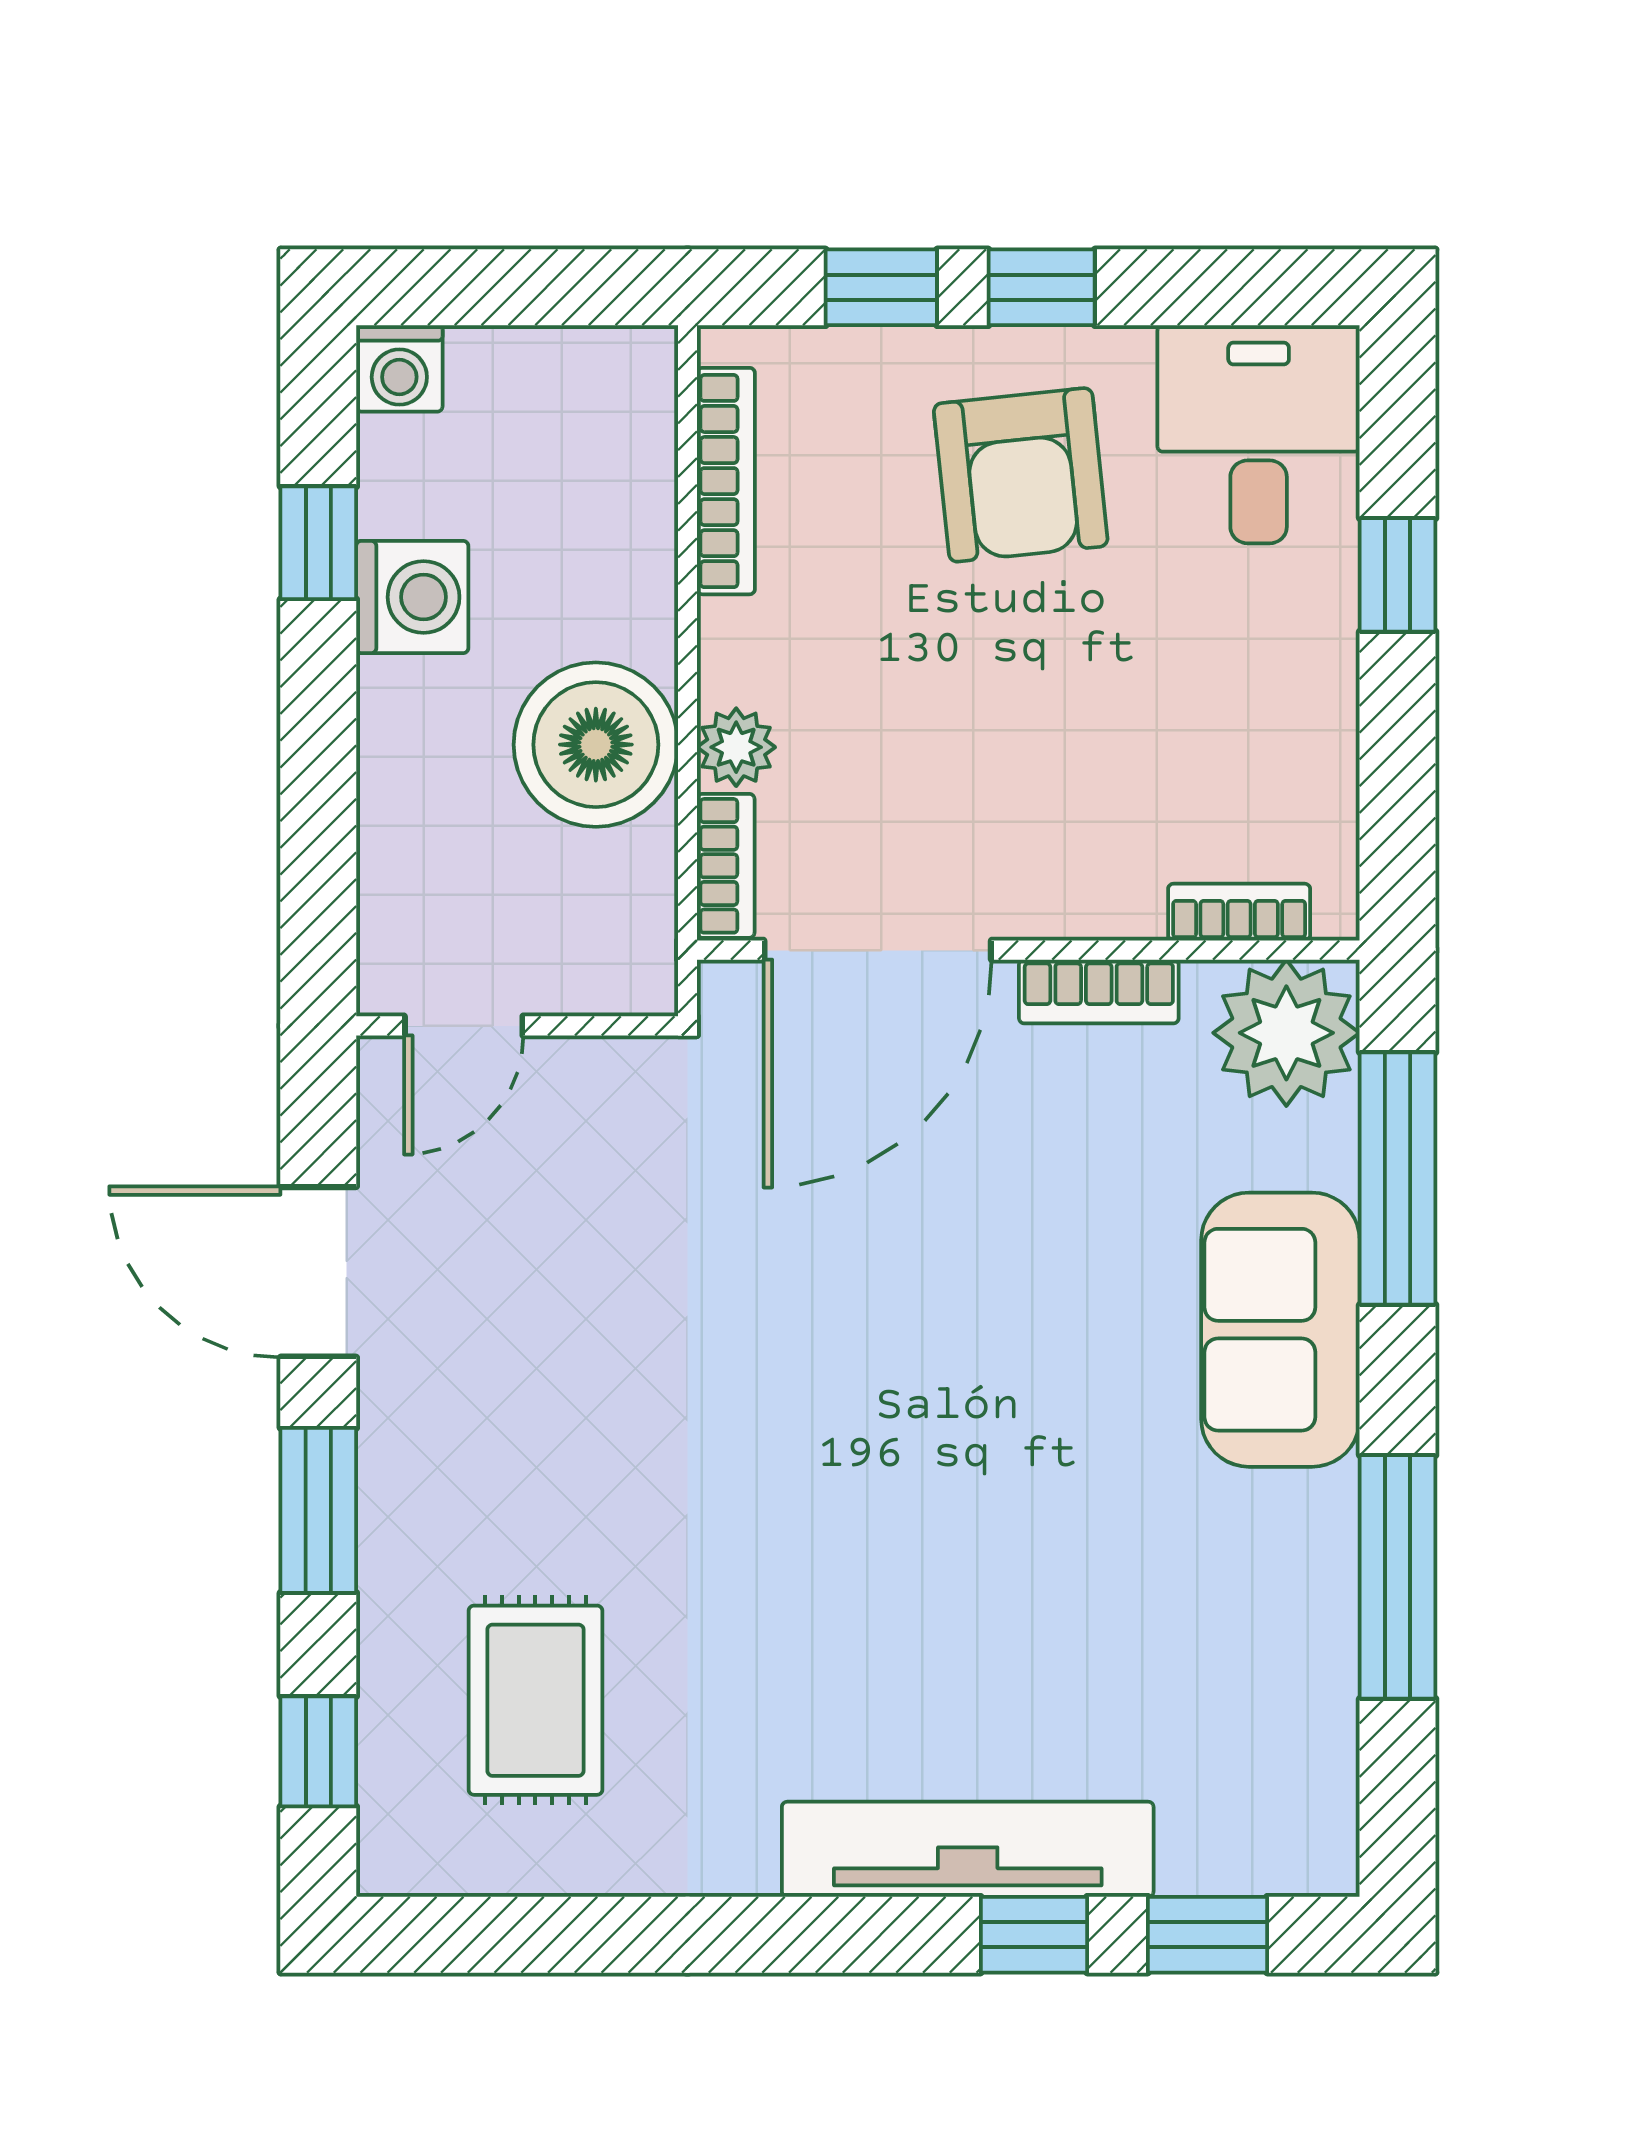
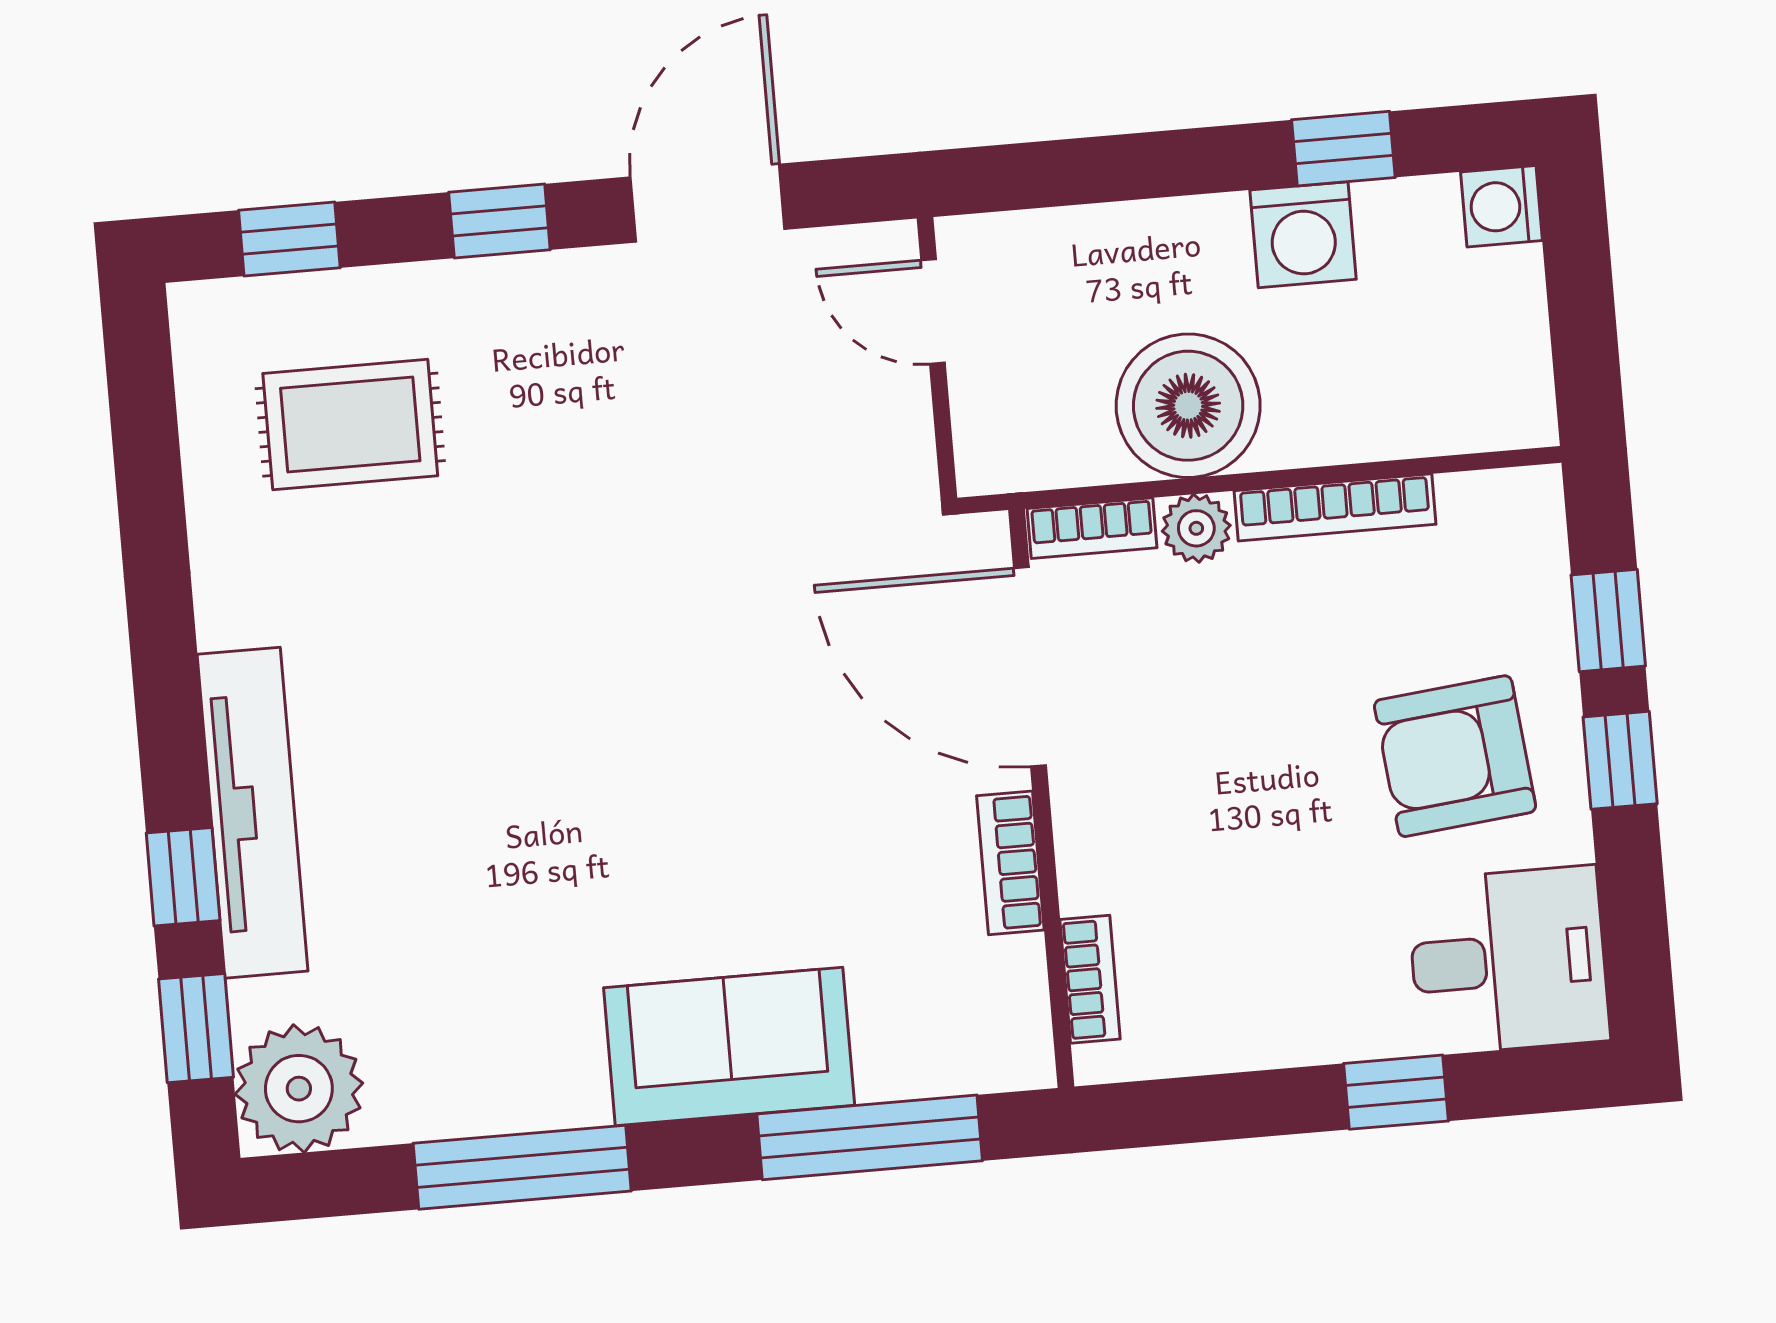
bookcase: (726, 481) -> (1335, 507), moved
plant: (1286, 1033) -> (299, 1089), moved
window: (318, 1510) -> (499, 221), width x0.67

